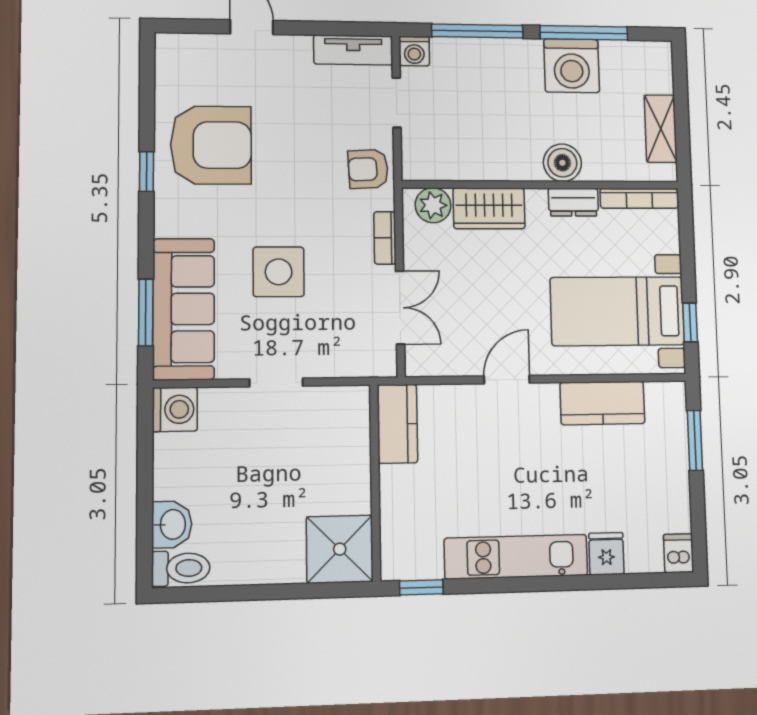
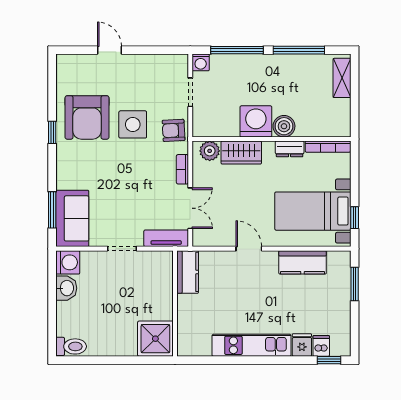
tv unit: (353, 50) -> (166, 238), moved, turned 180
washing machine: (572, 66) -> (256, 121), moved, turned 180
shelving: (661, 129) -> (342, 78), moved
armchair: (211, 145) -> (87, 117), turned 90
side table: (279, 272) -> (133, 124), moved
sofa: (184, 309) -> (72, 218), width x0.73
door: (507, 380) -> (249, 249), hinge flipped
washbasin: (172, 524) -> (66, 288), moved
dishwasher: (679, 553) -> (321, 346), moved
window: (421, 587) -> (329, 360), moved

